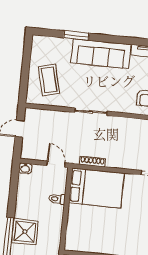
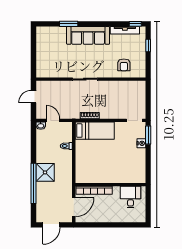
coffee table: (49, 80) -> (52, 59), removed
door: (56, 164) -> (53, 120), moved
bed: (96, 188) -> (95, 131), width x0.67

